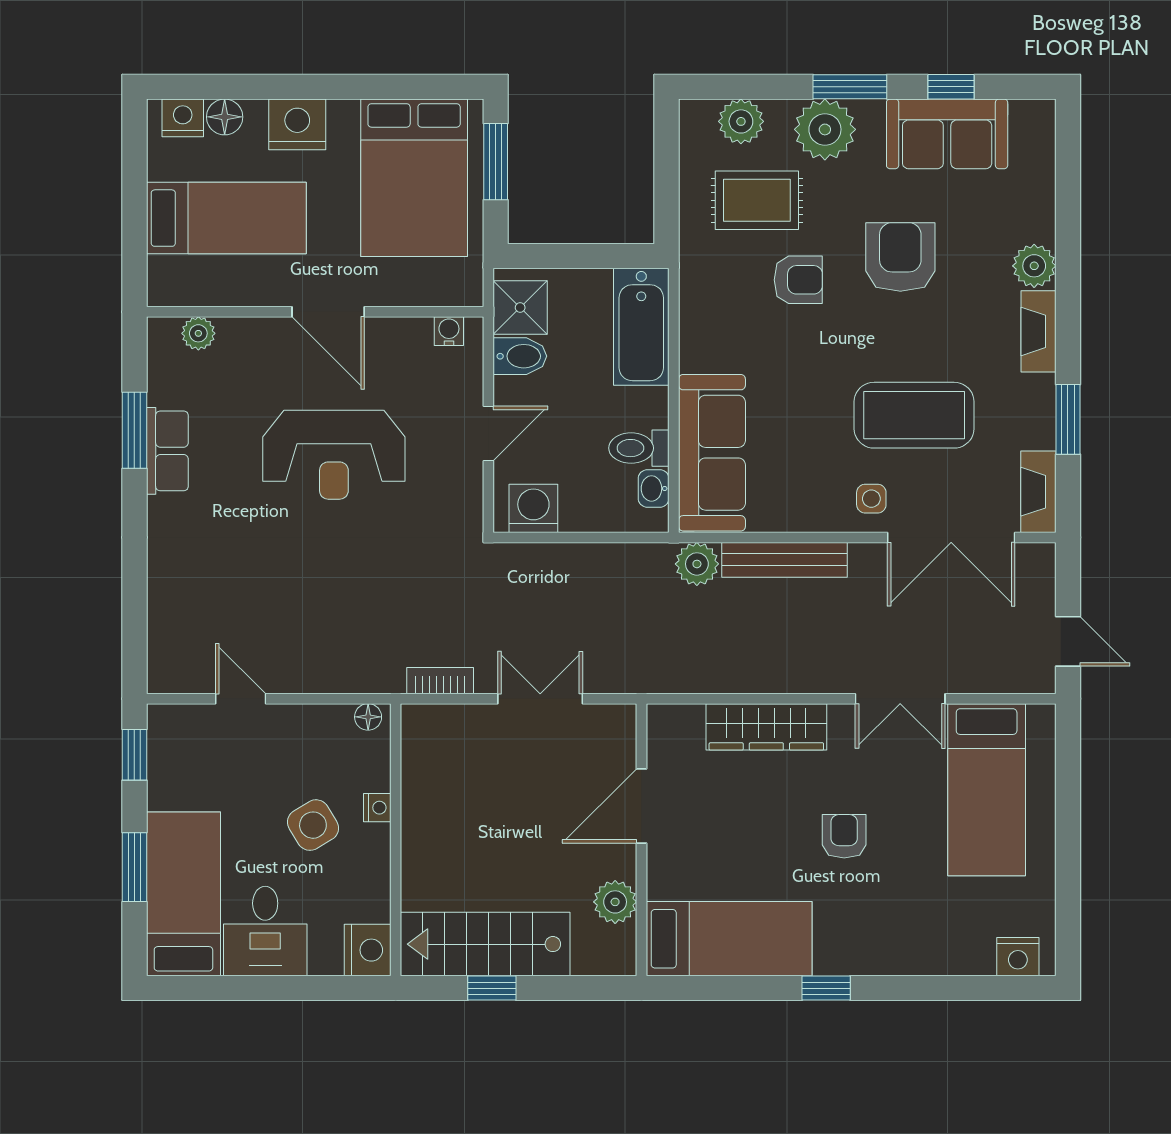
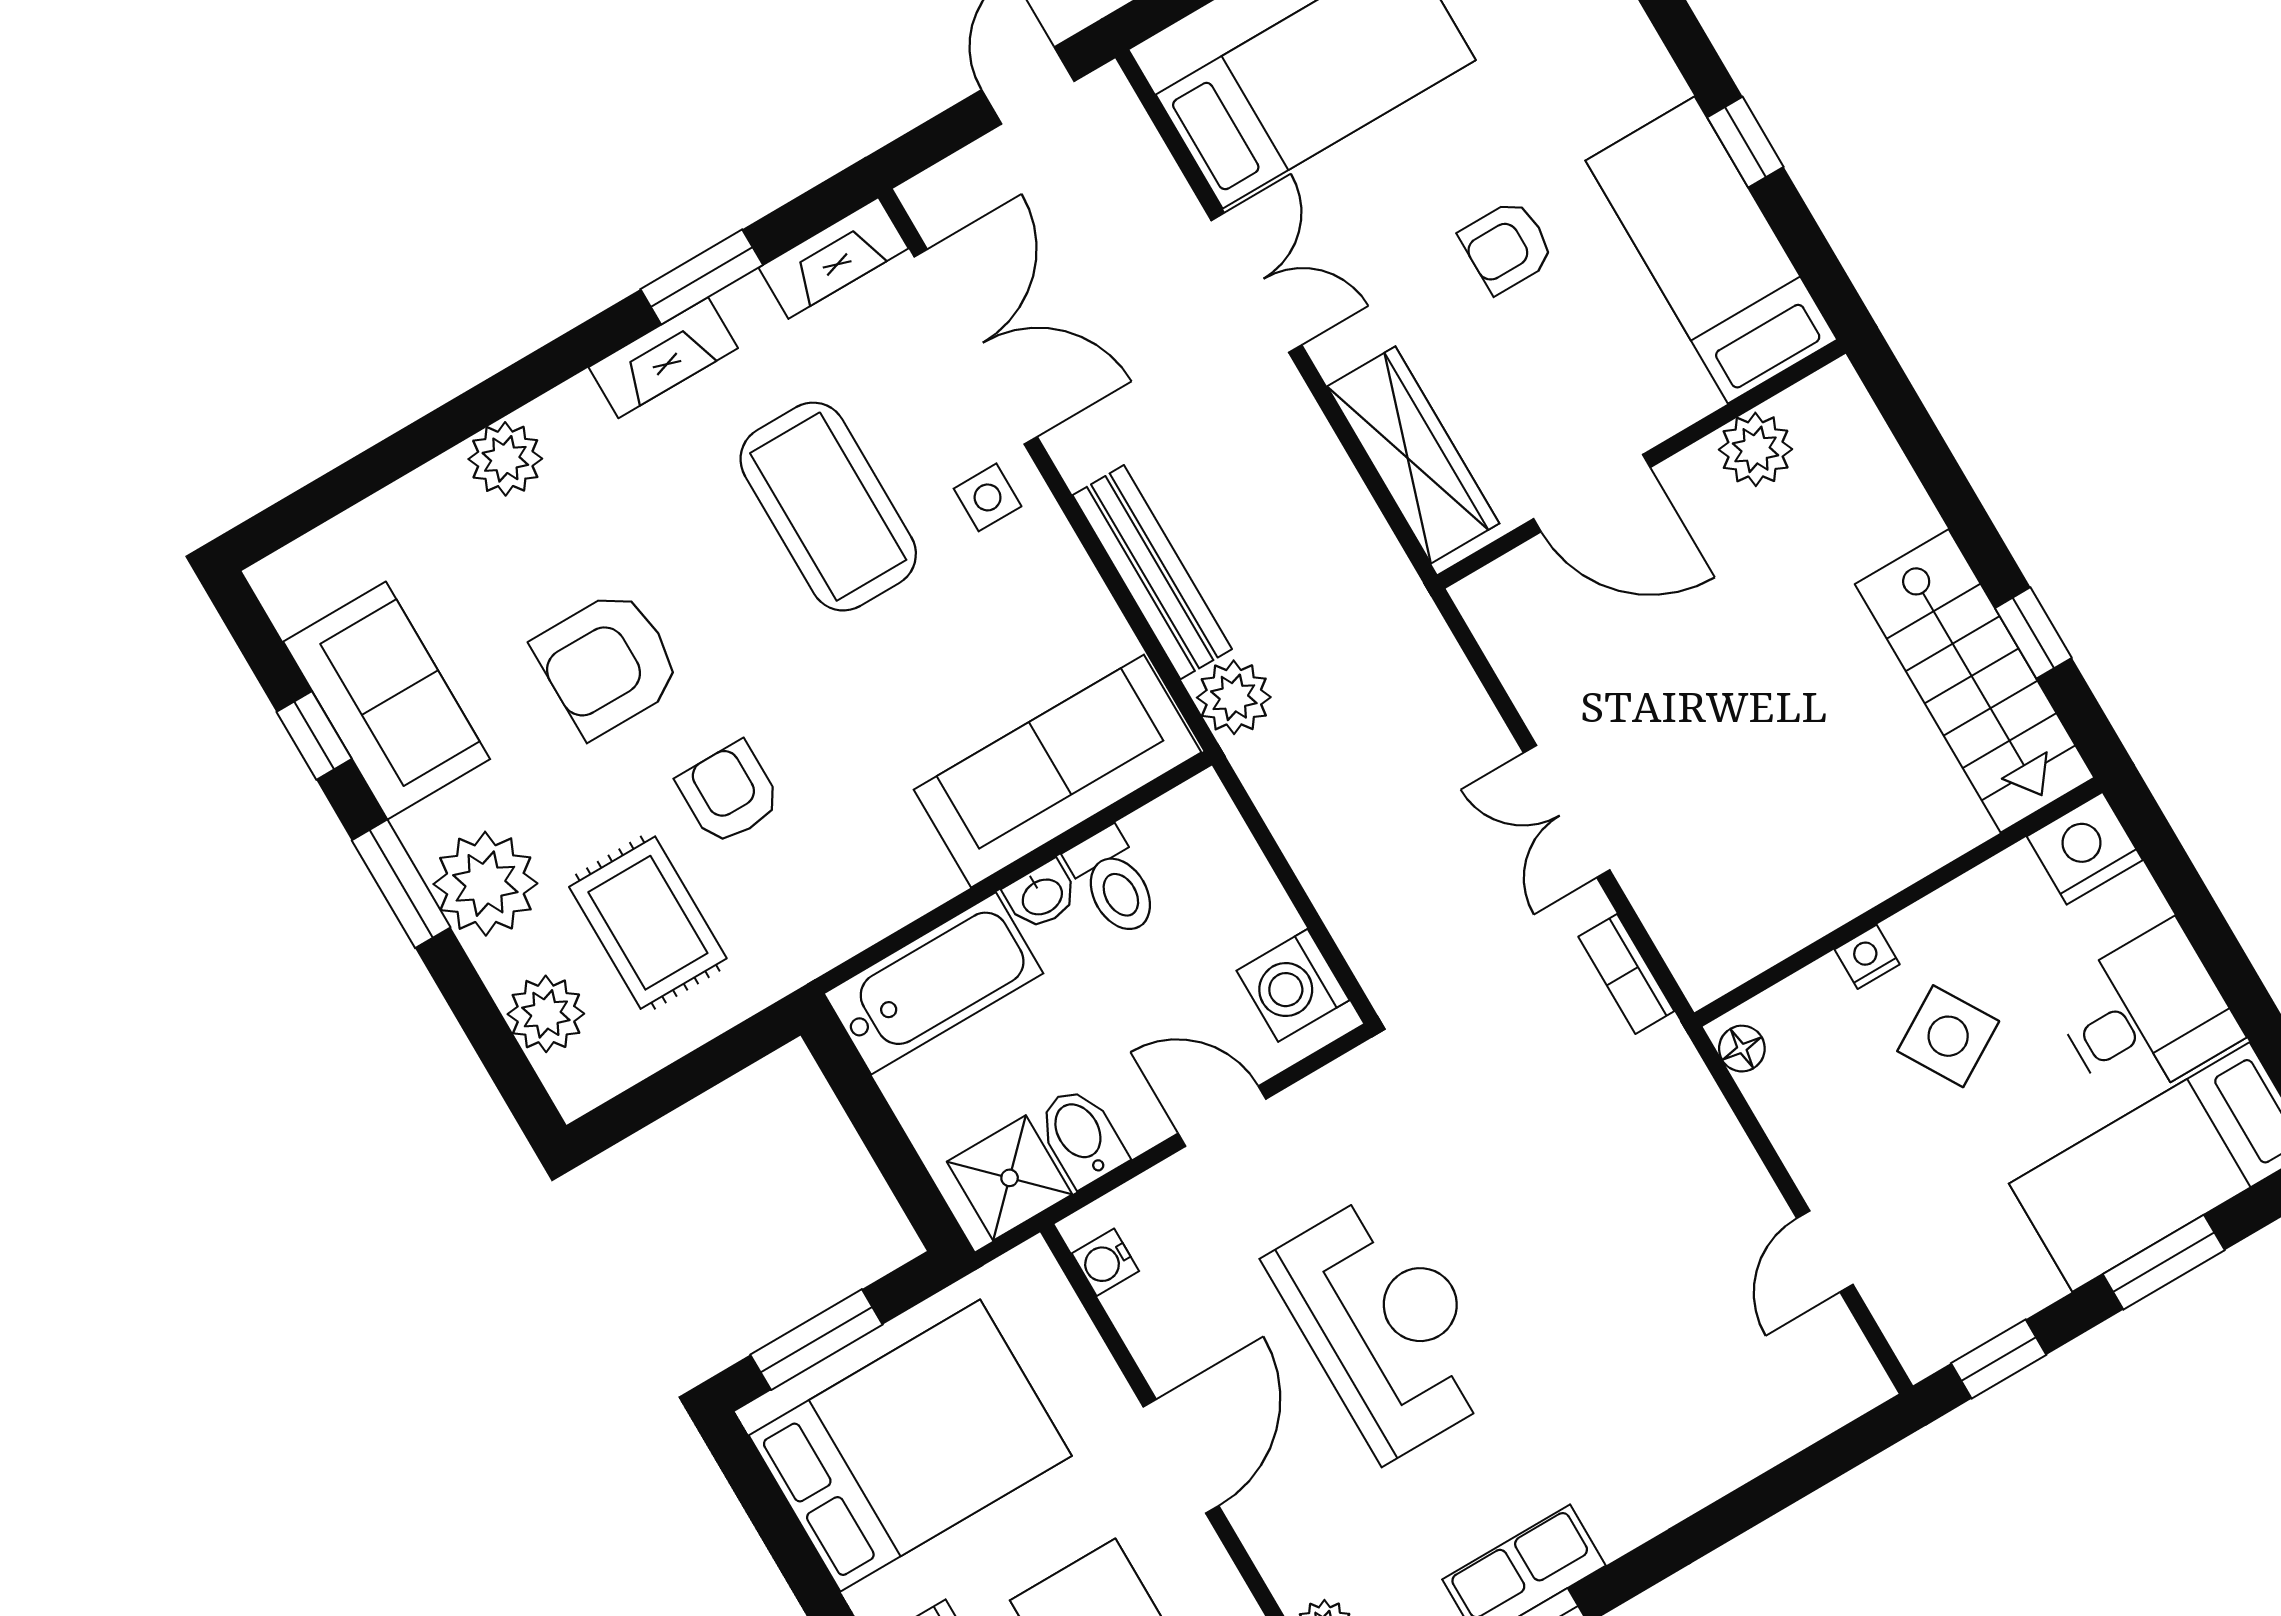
fireplace: (1038, 331) -> (663, 358), moved
washbasin: (654, 488) -> (1042, 896), moved
door: (642, 806) -> (1592, 493), moved
wall: (642, 840) -> (1641, 464), moved
plant: (615, 902) -> (1756, 449), moved
bed: (729, 939) -> (1711, 250), moved

